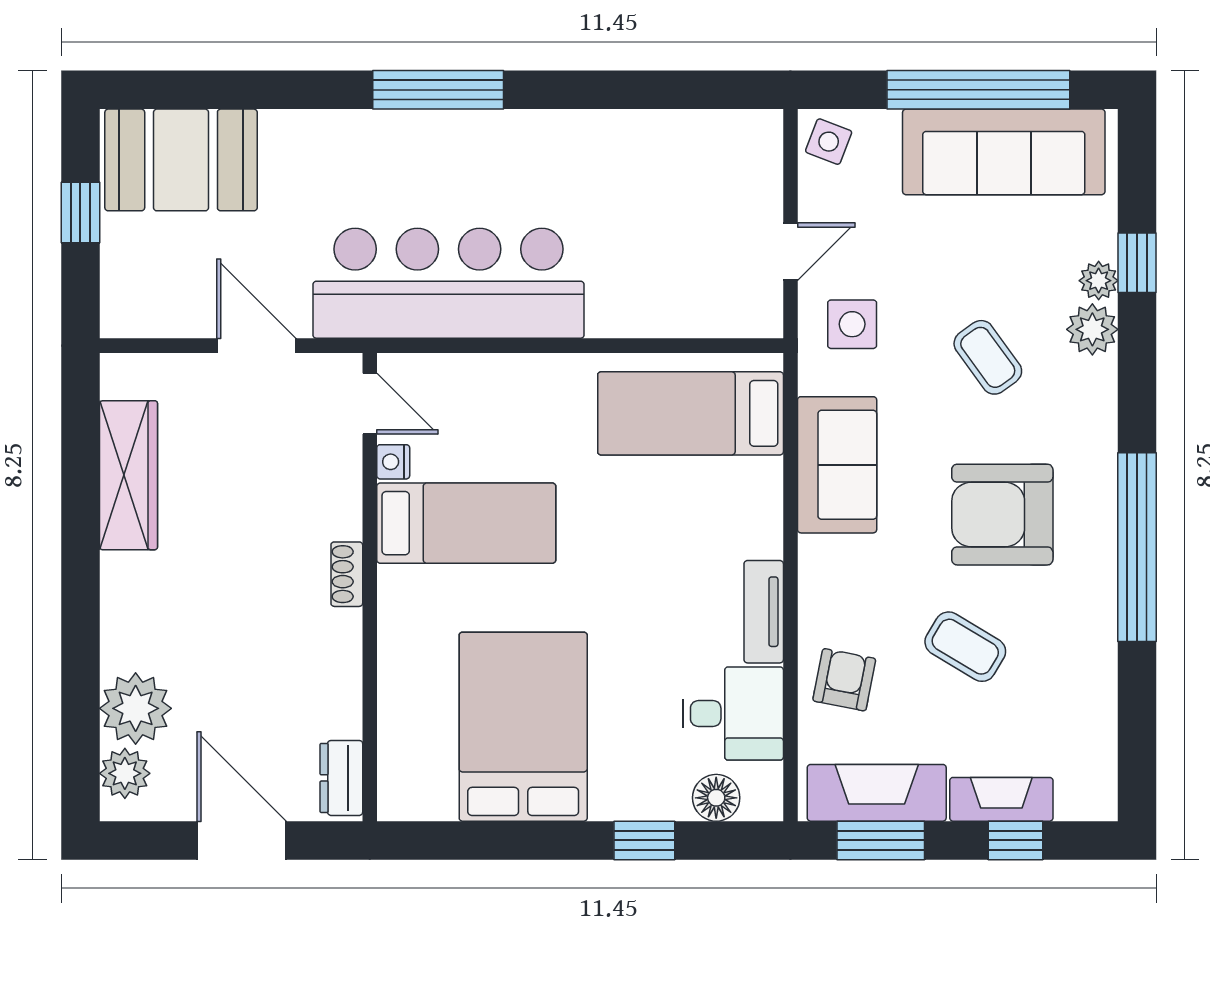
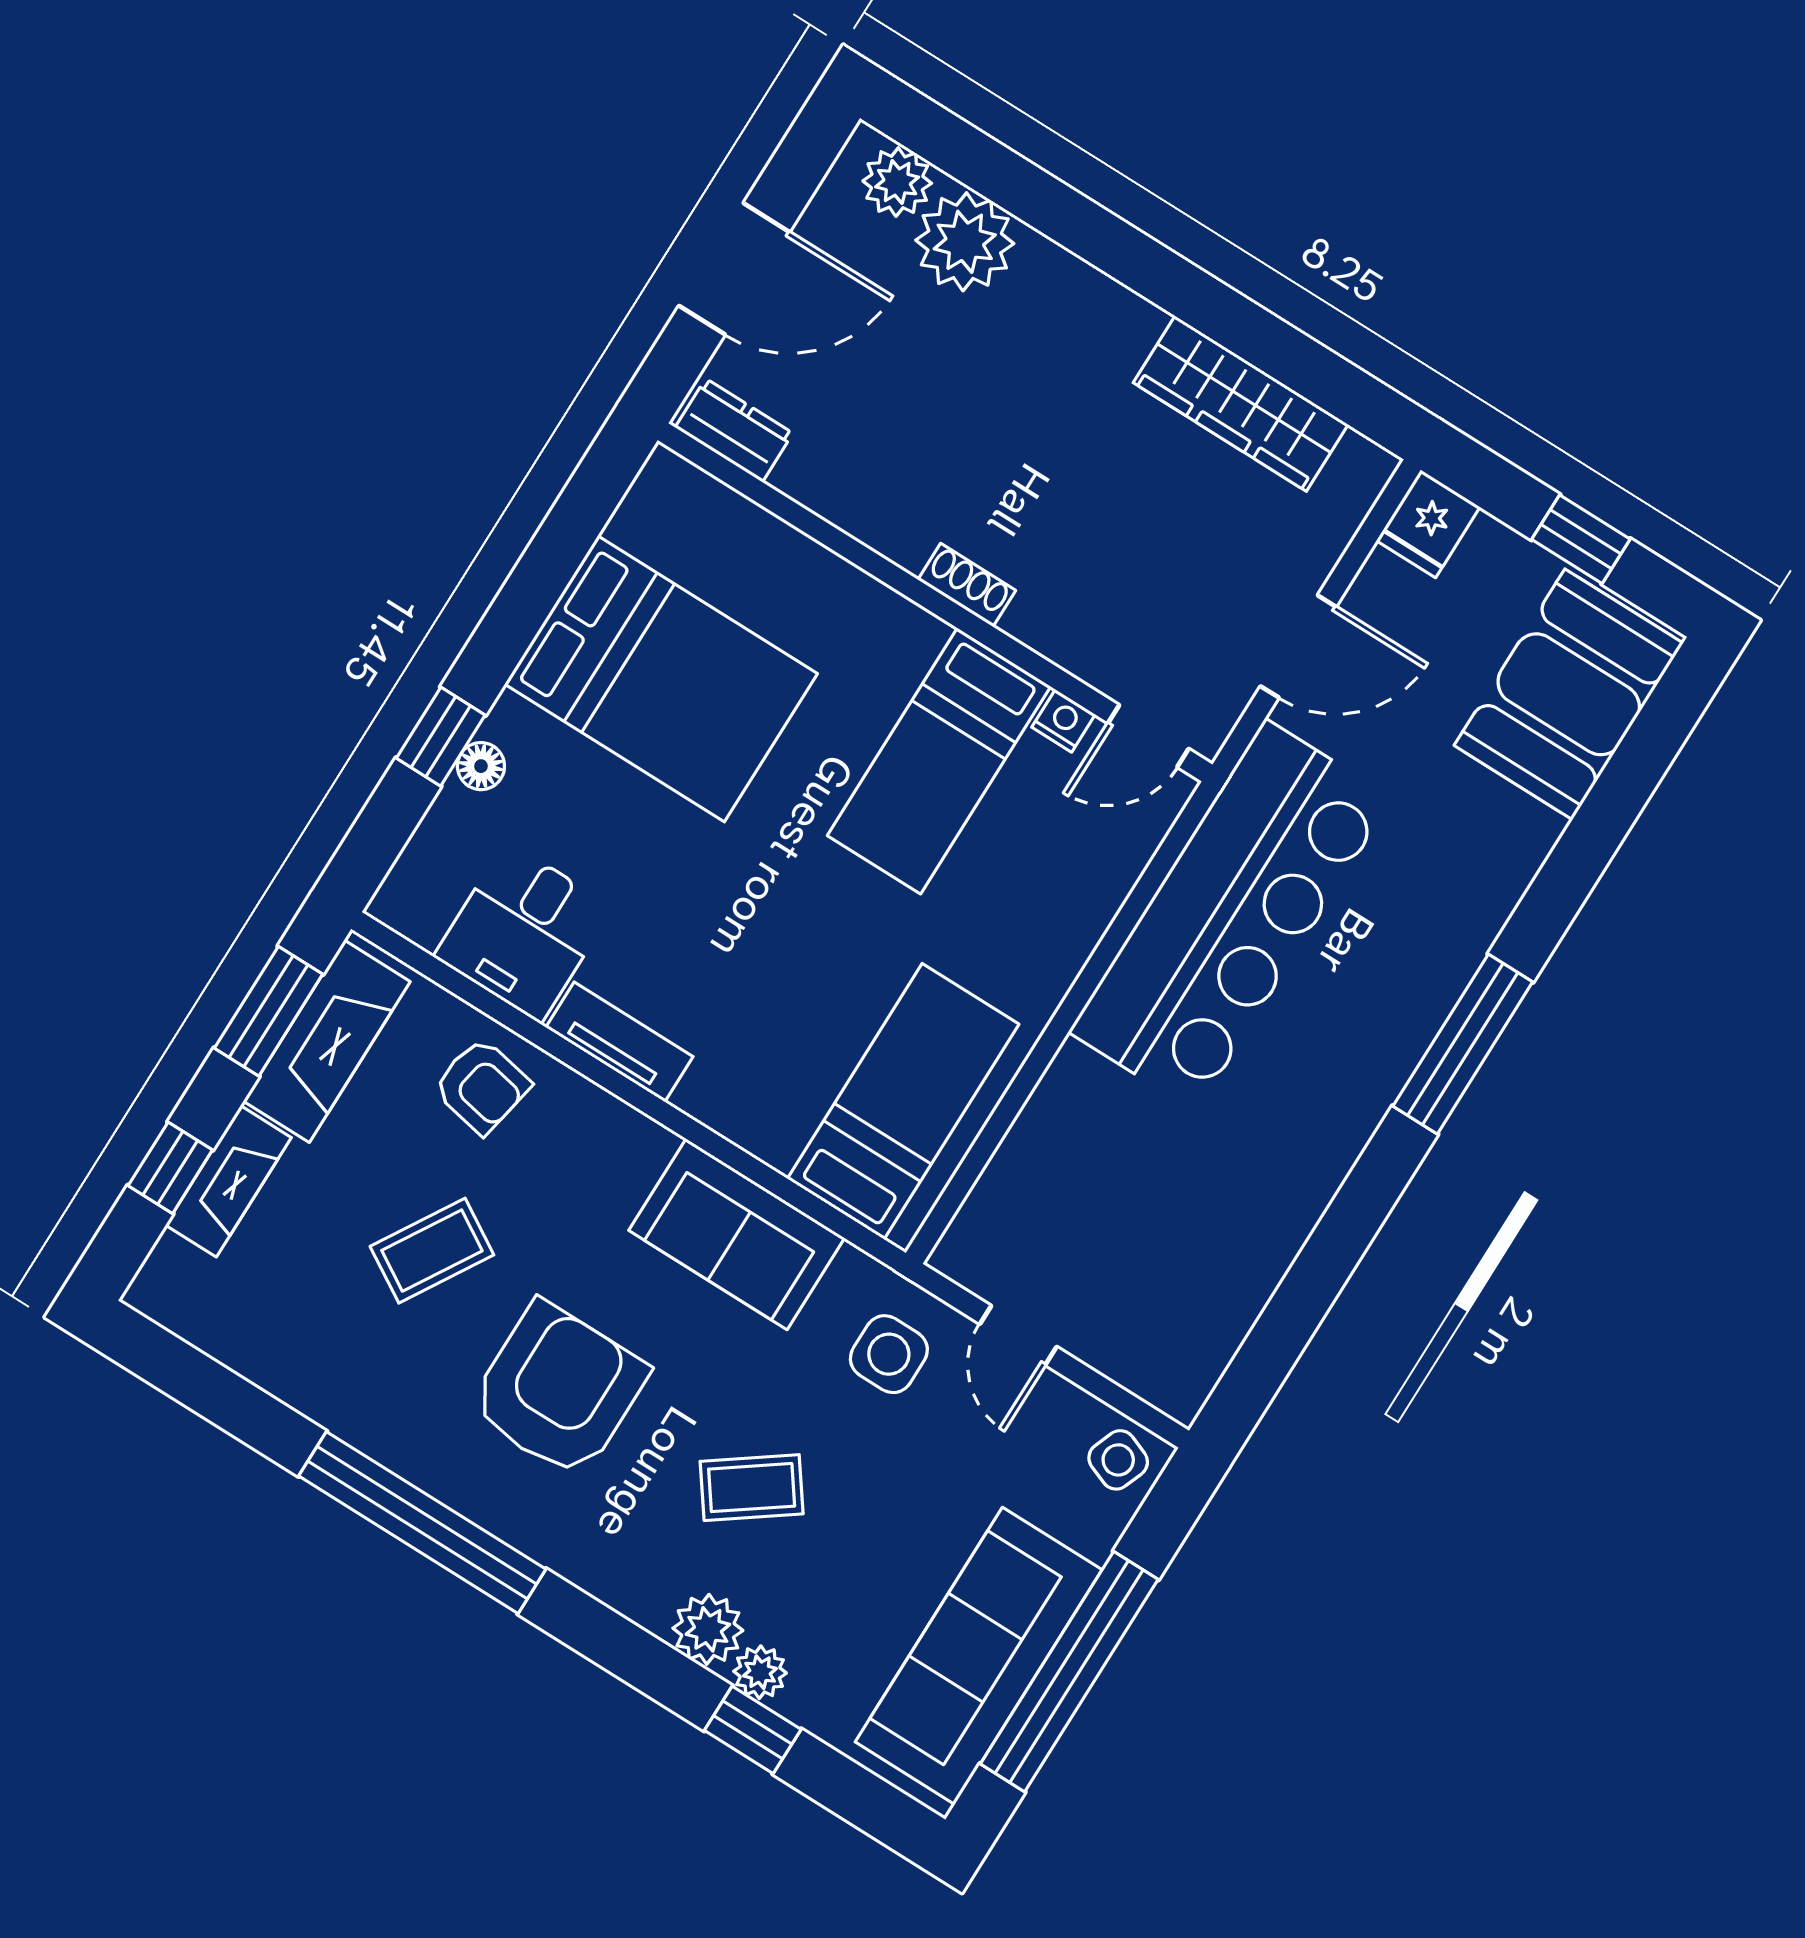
fridge: (130, 313) -> (1428, 524), added
floor lamp: (716, 798) -> (481, 766), moved, width x0.73, depth x0.73

